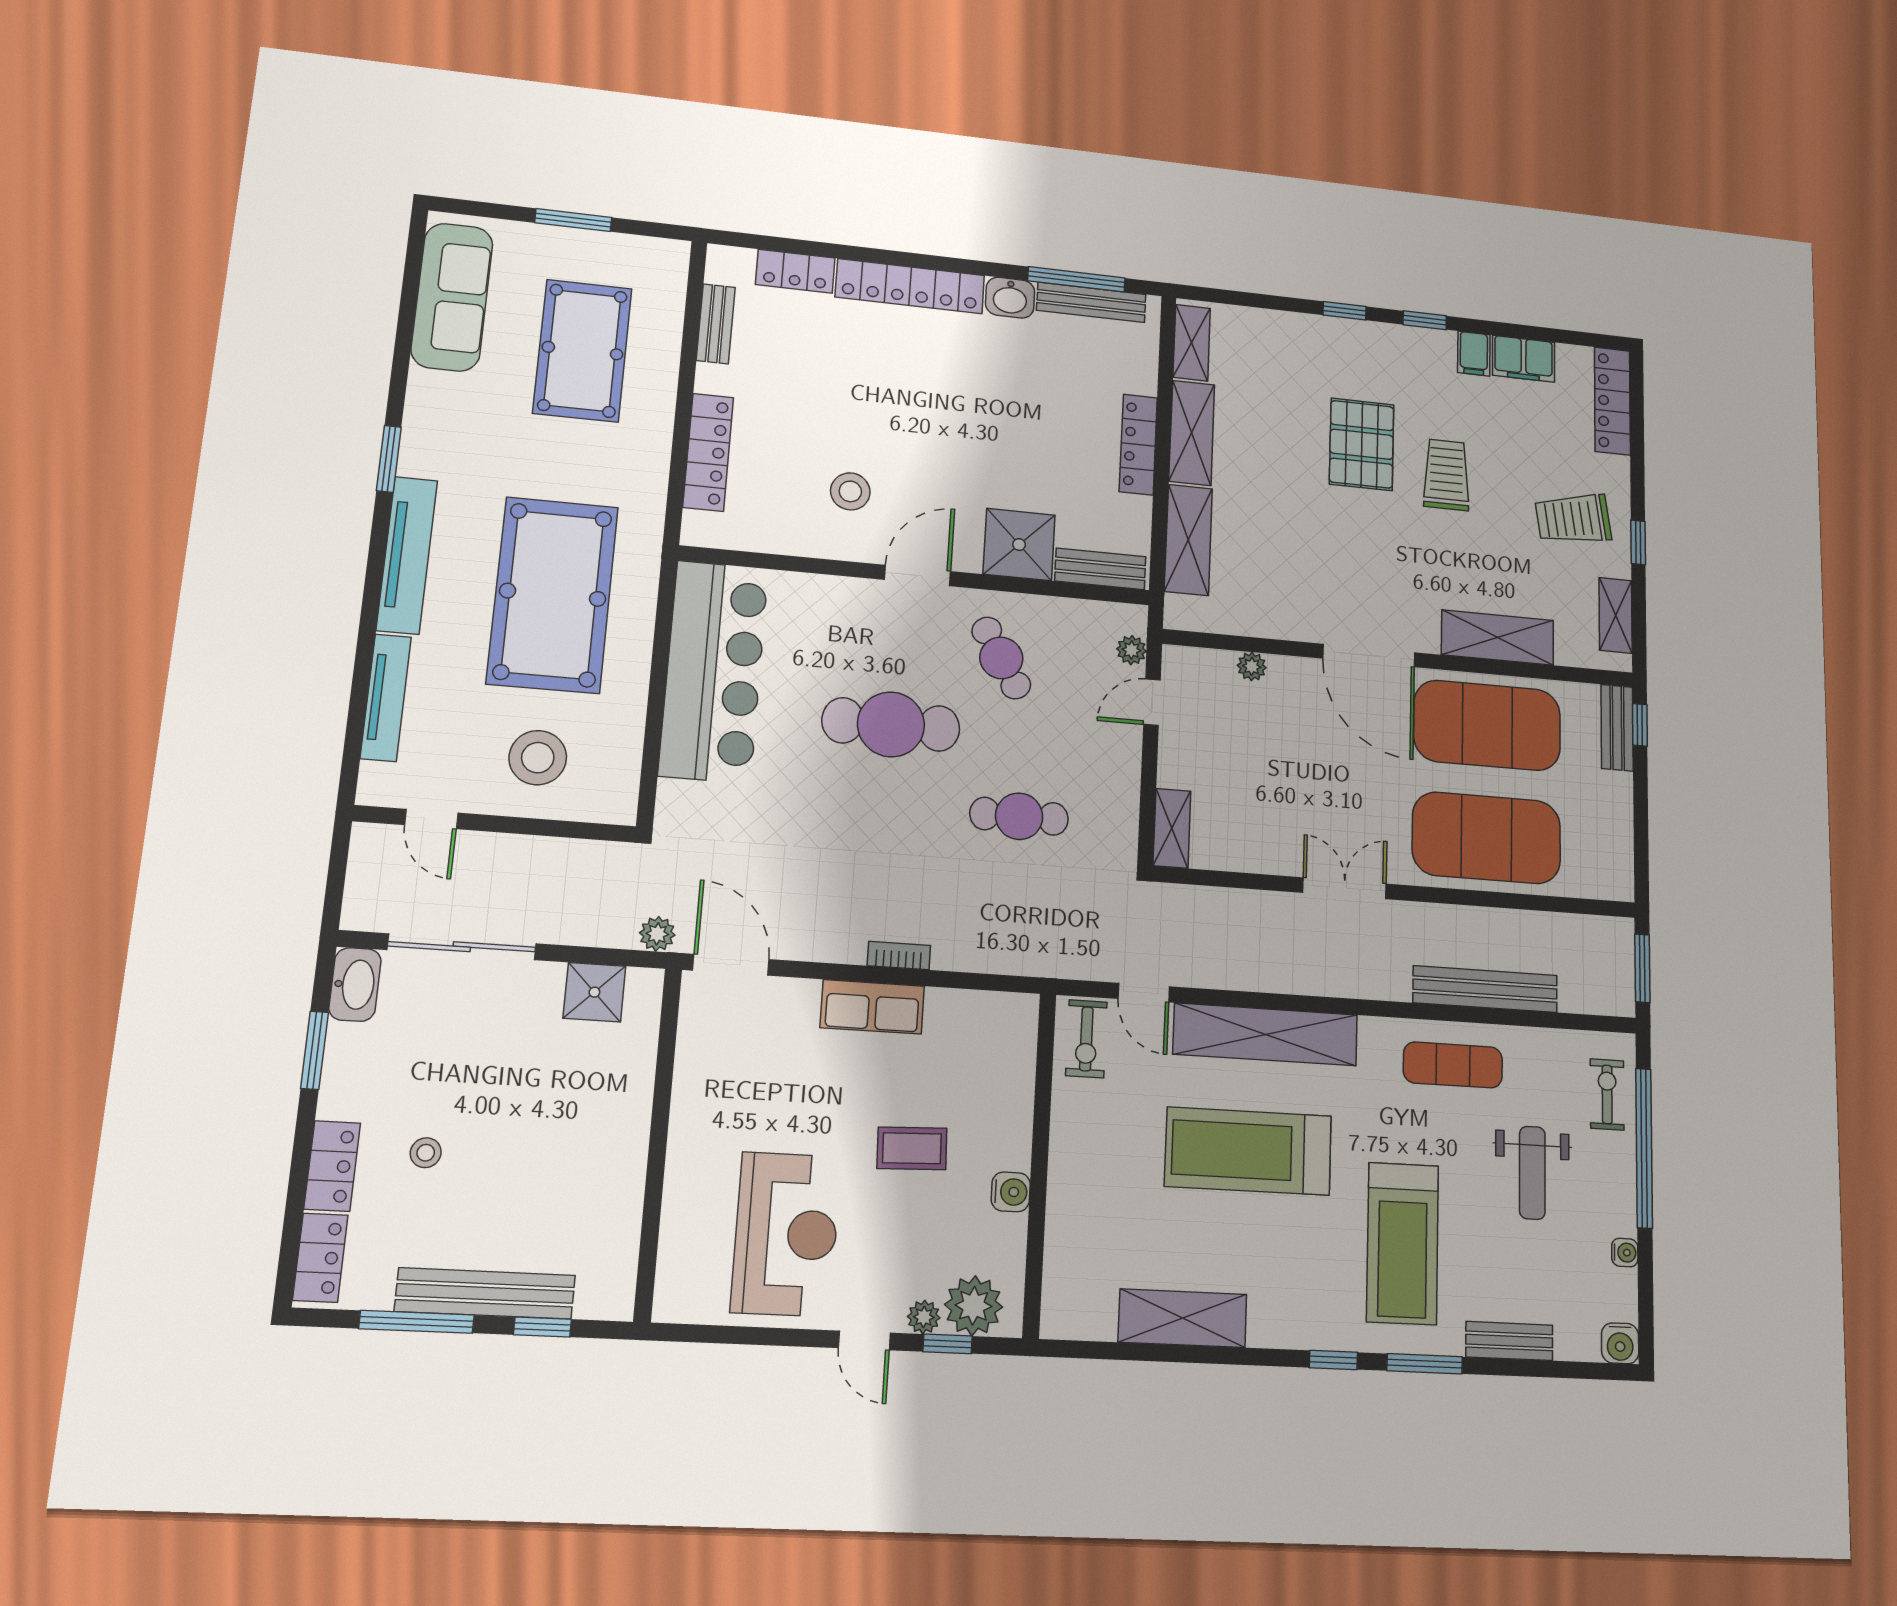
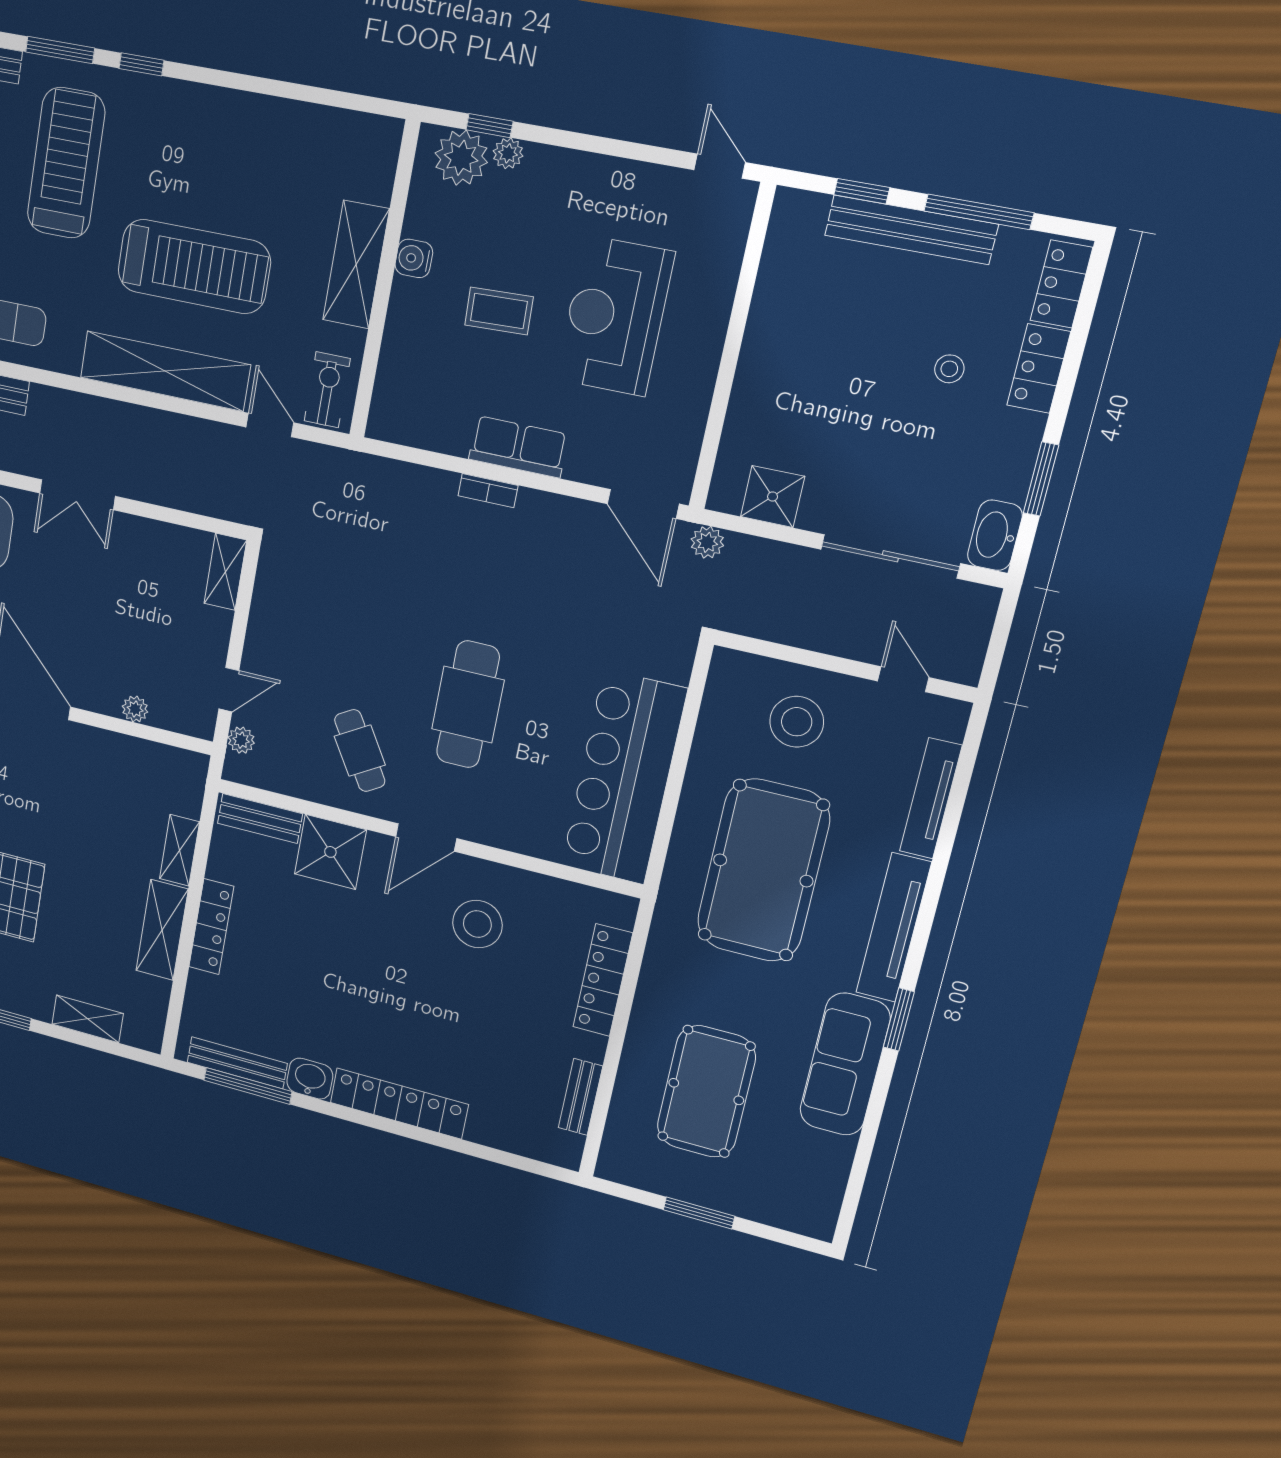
locker: (795, 271) -> (502, 1134), removed
sofa: (452, 297) -> (845, 1064), moved
shelving: (1192, 343) -> (88, 1019), moved, turned 90
stool: (850, 491) -> (477, 924), width x1.38, depth x1.38
shelving: (1188, 540) -> (180, 850), width x0.67, depth x0.75
cafe table: (891, 724) -> (468, 704), turned 90
cafe table: (1019, 816) -> (362, 603), removed
reception desk: (786, 1234) -> (615, 316), moved
shelving: (1183, 1318) -> (356, 265), moved, turned 90
door: (864, 1340) -> (720, 166), moved

